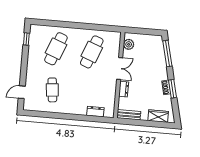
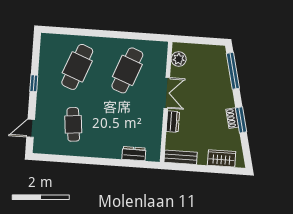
window: (26, 39) -> (34, 83), moved

